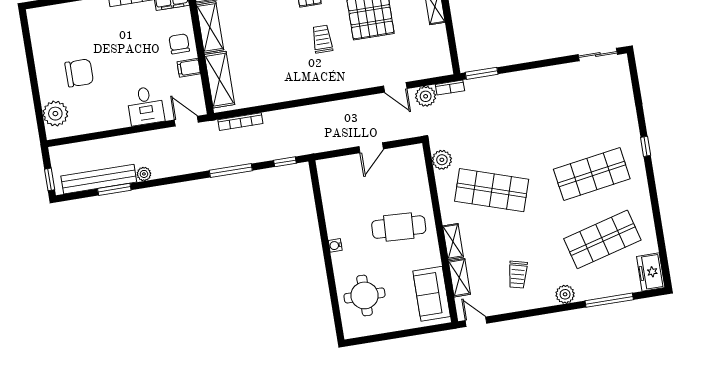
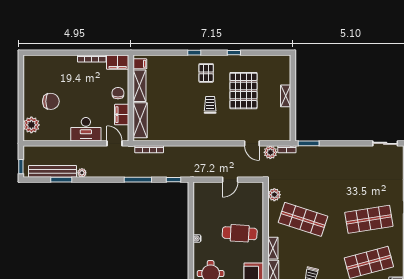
filing cabinet: (189, 68) -> (122, 115), width x2.00
desk: (145, 106) -> (86, 129), width x1.37

